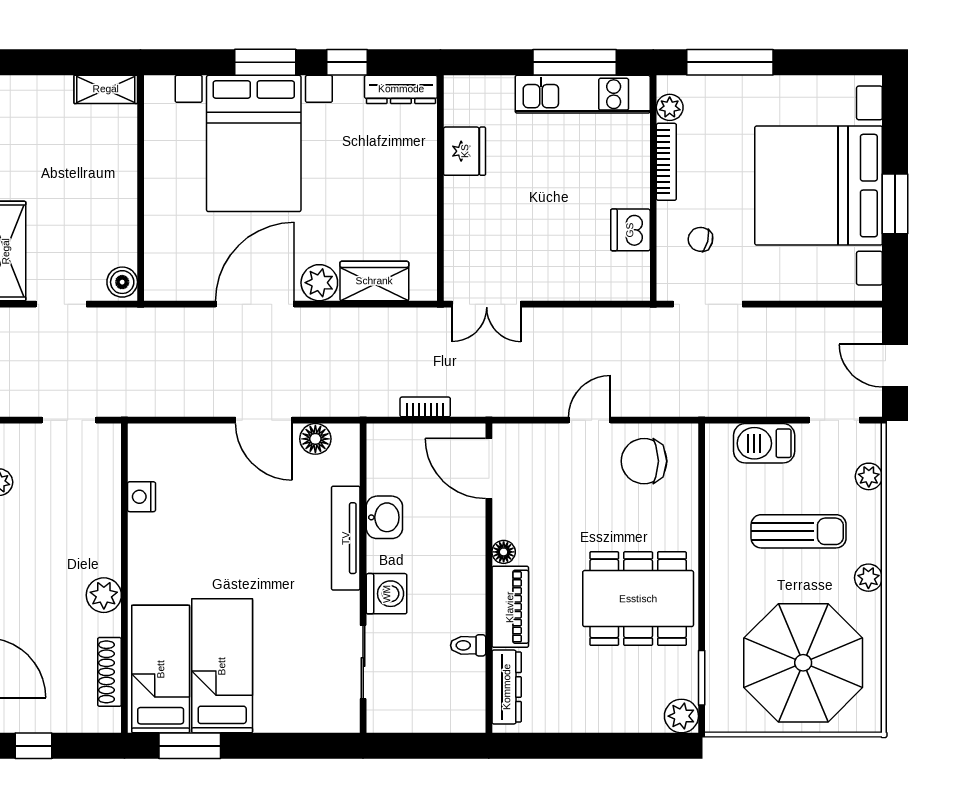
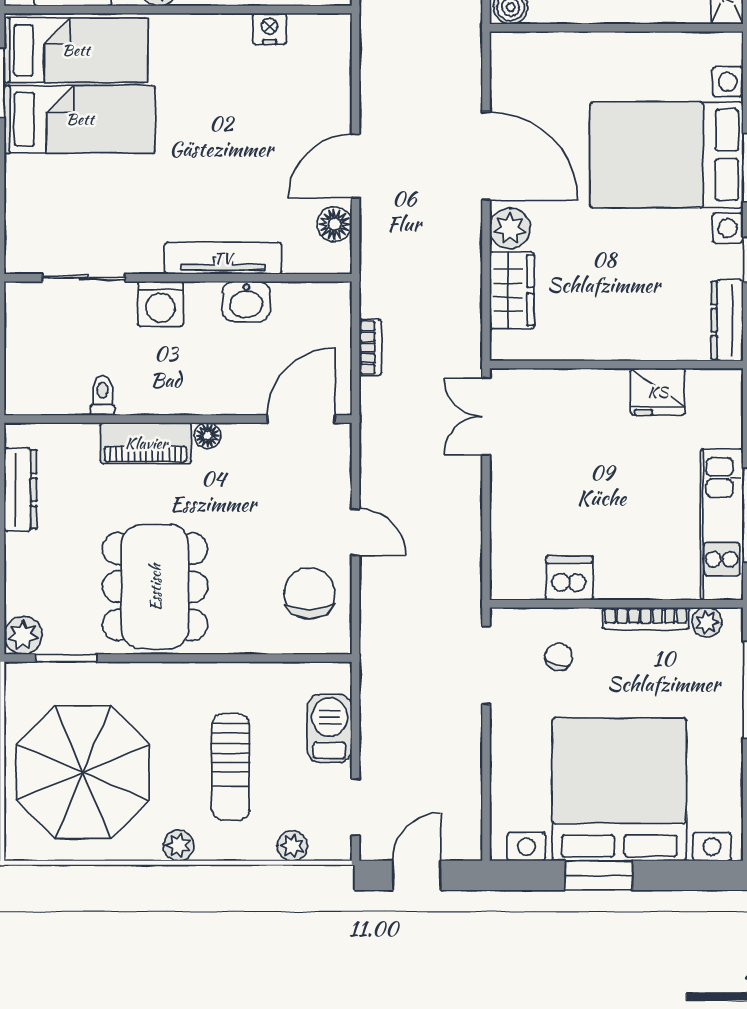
dresser: (507, 687) -> (20, 490), moved, turned -90

